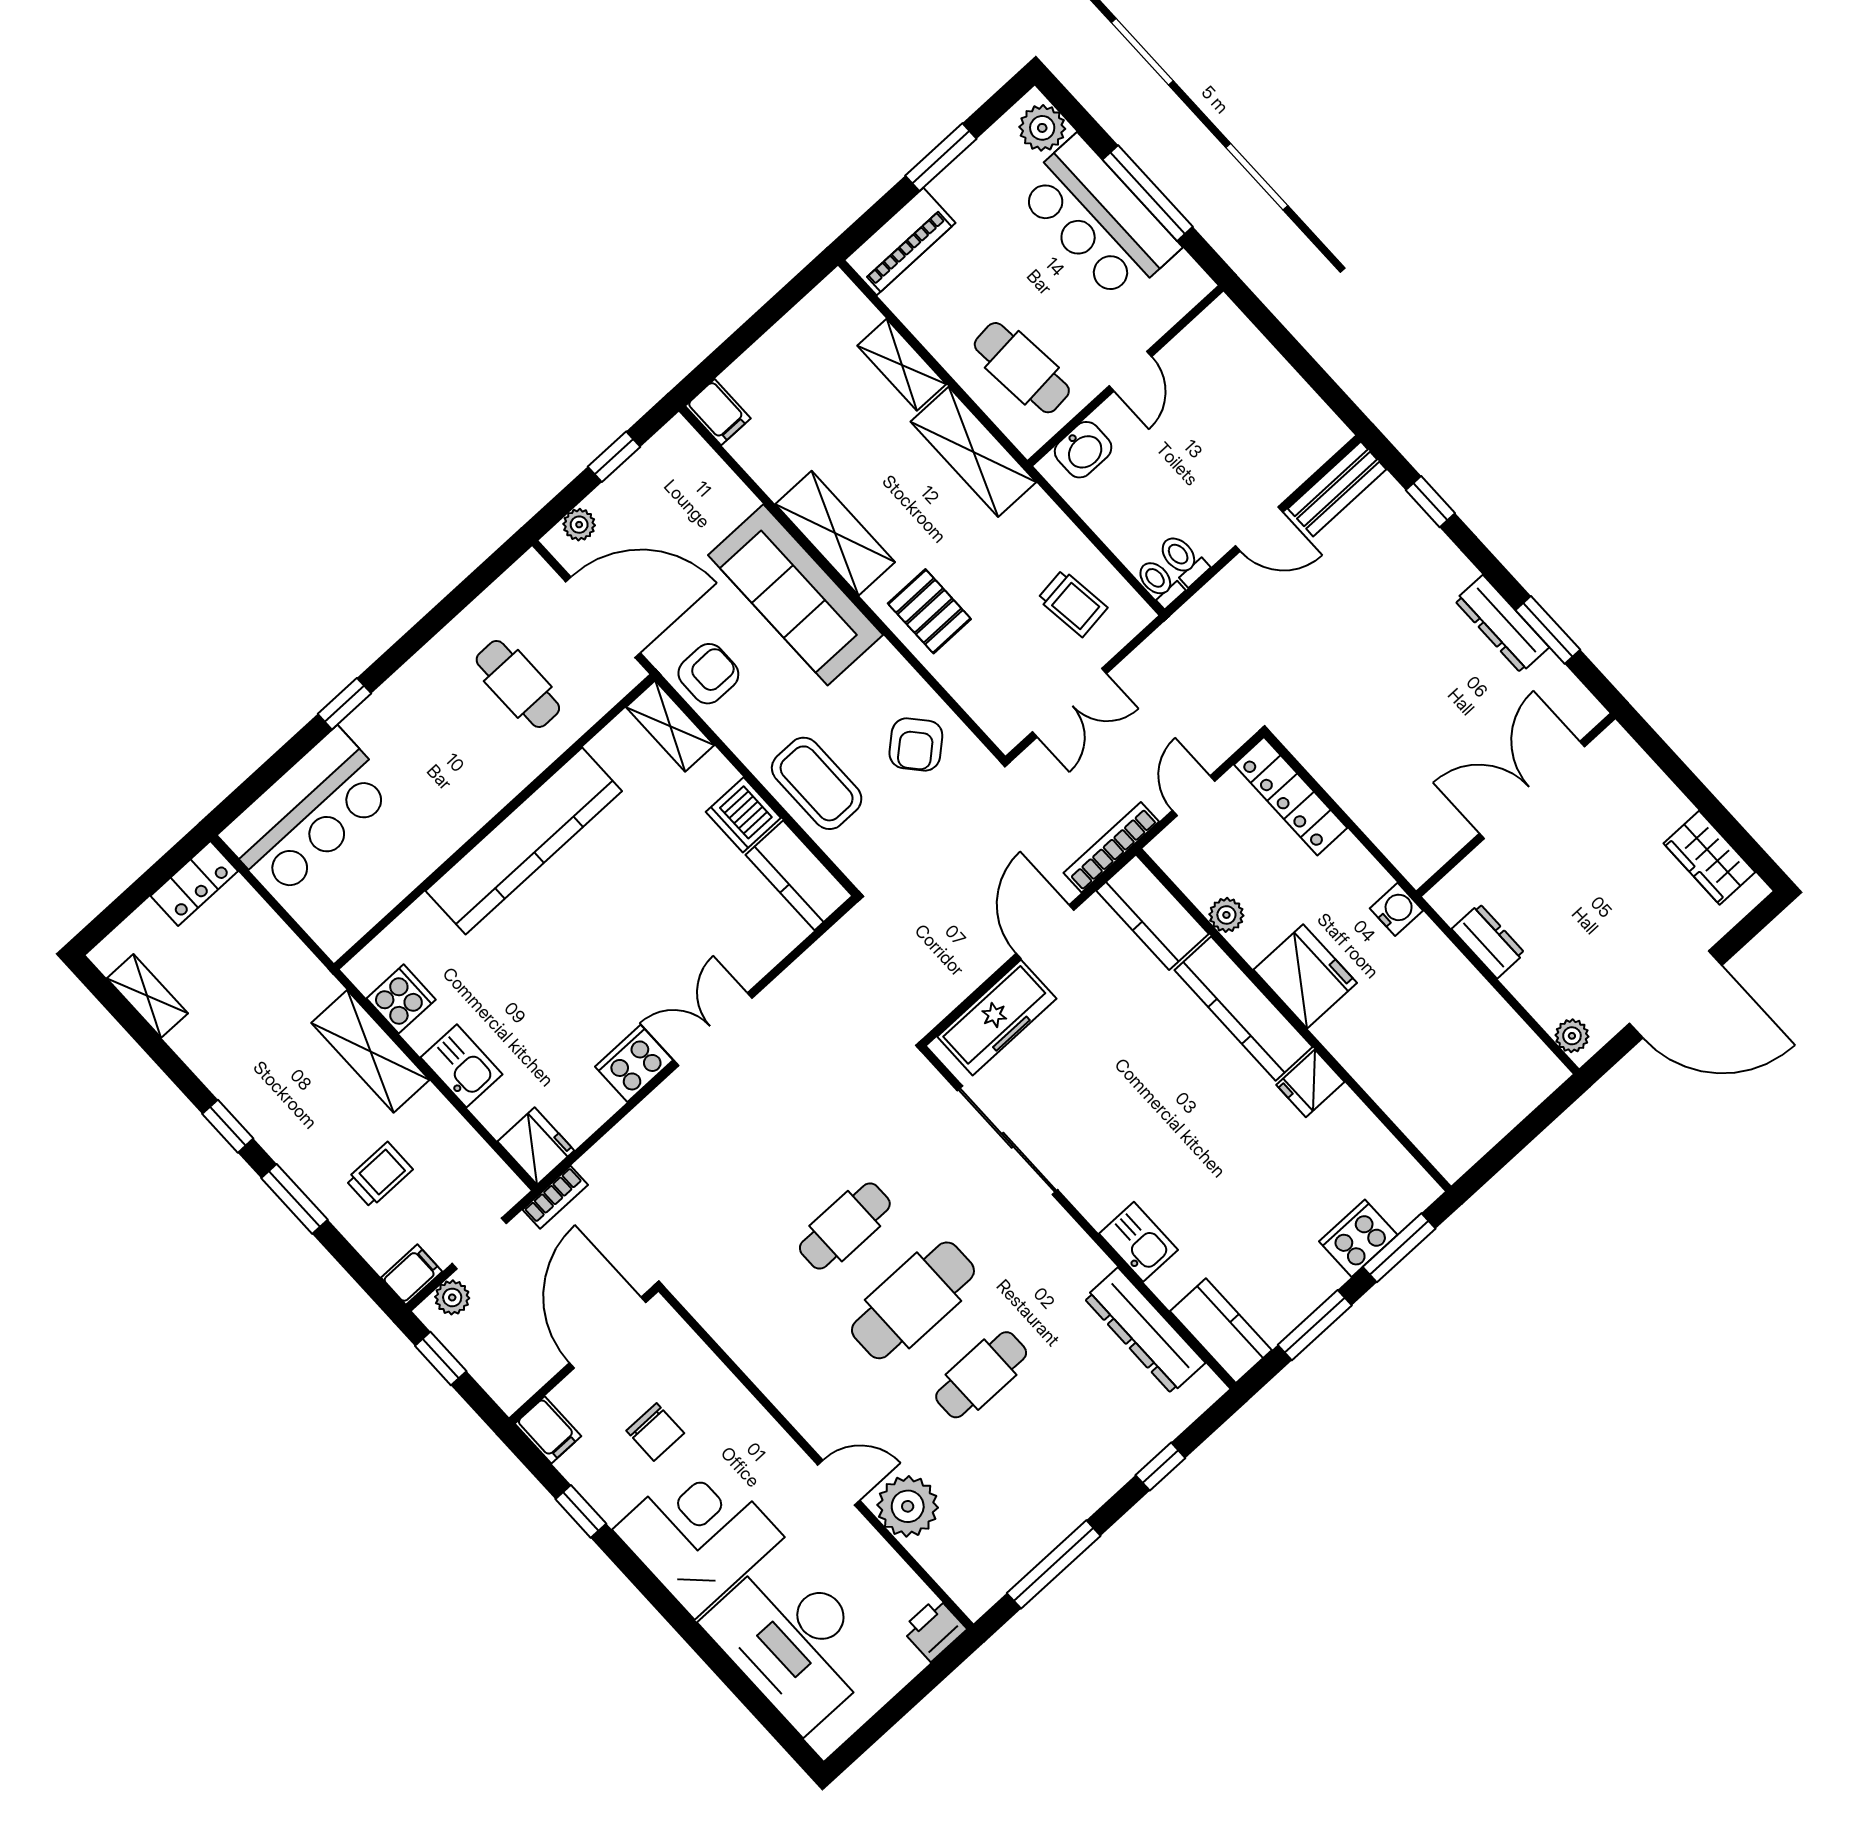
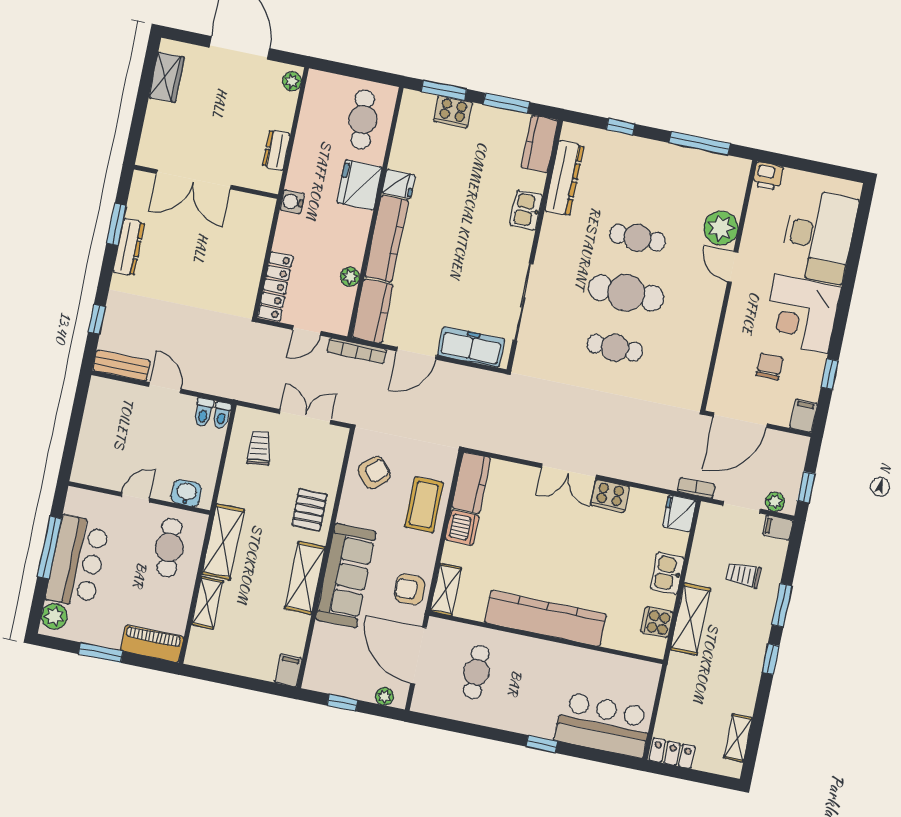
fridge: (1305, 976) -> (359, 185), moved
cafe table: (1442, 1099) -> (363, 119), added

